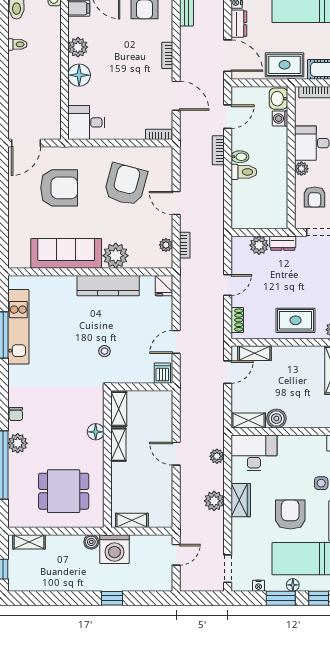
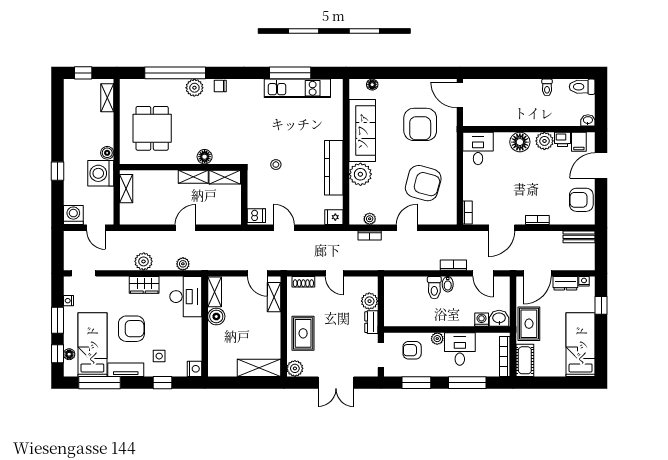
printer: (76, 27) -> (563, 139), added
floor lamp: (14, 242) -> (372, 85), added
washing machine: (162, 580) -> (73, 215), added
floor lamp: (293, 585) -> (69, 354), moved

